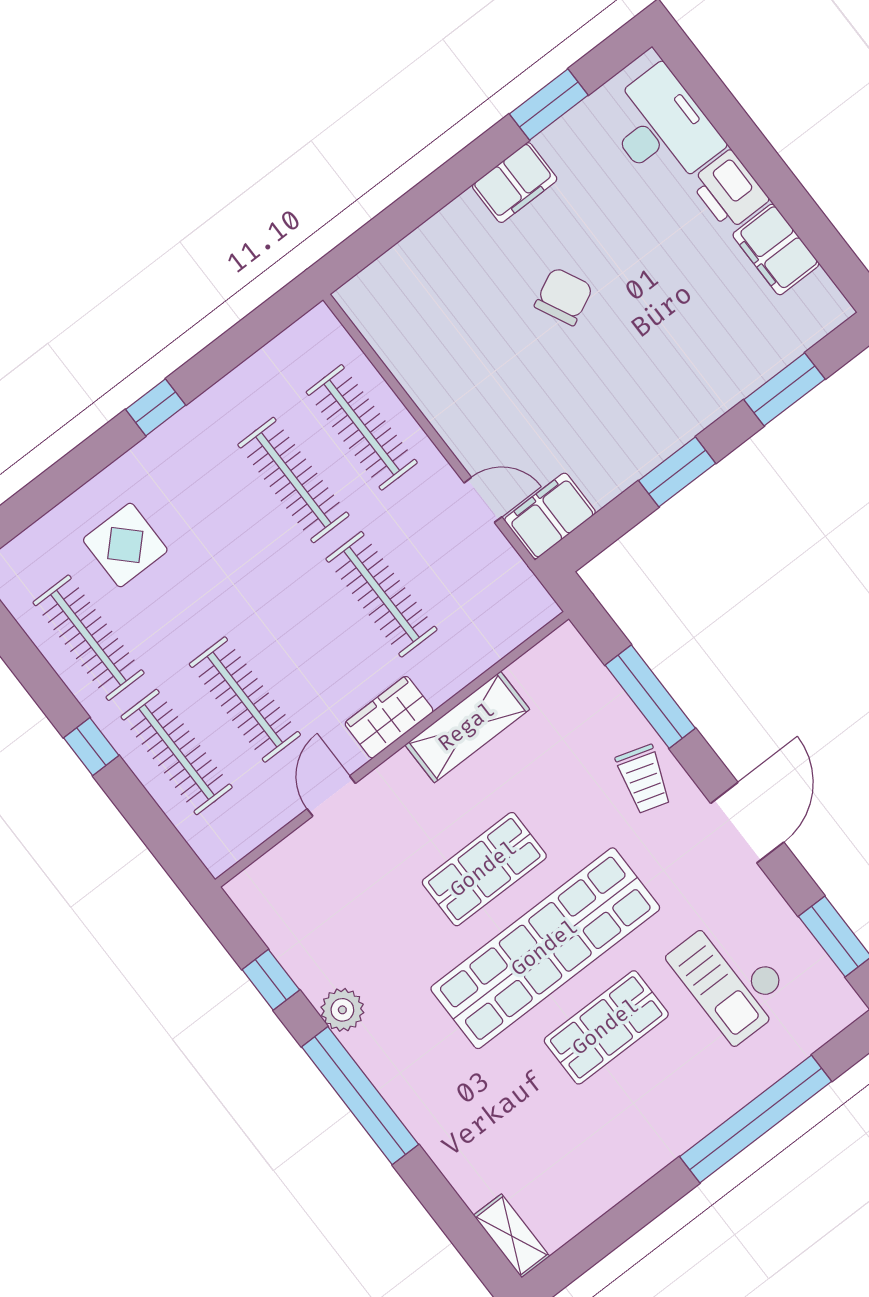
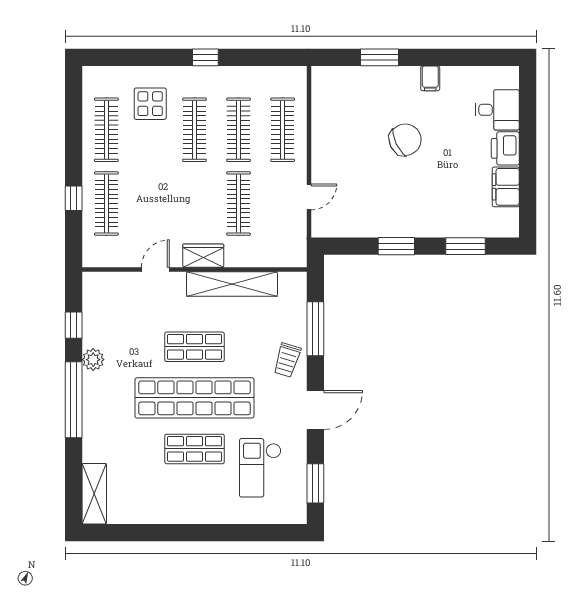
window: (549, 105) -> (379, 57), moved
desk: (662, 128) -> (497, 110), width x0.73
filing cabinet: (515, 183) -> (430, 78), width x0.50
chair: (564, 296) -> (405, 140), width x1.37, depth x1.37
door: (483, 500) -> (309, 197), hinge flipped
filing cabinet: (550, 516) -> (331, 224), removed
clothes rail: (245, 699) -> (194, 130), moved
shelving: (467, 727) -> (232, 284), width x1.47
window: (91, 747) -> (74, 198), moved
window: (756, 1119) -> (226, 533), removed
shelving: (512, 1236) -> (94, 494), width x1.50, depth x1.33

